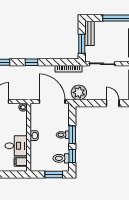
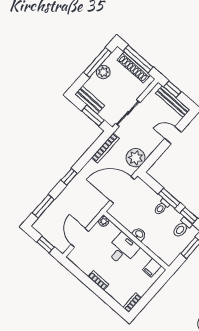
plant: (114, 27) -> (103, 72), added
desk: (16, 146) -> (123, 249), moved

